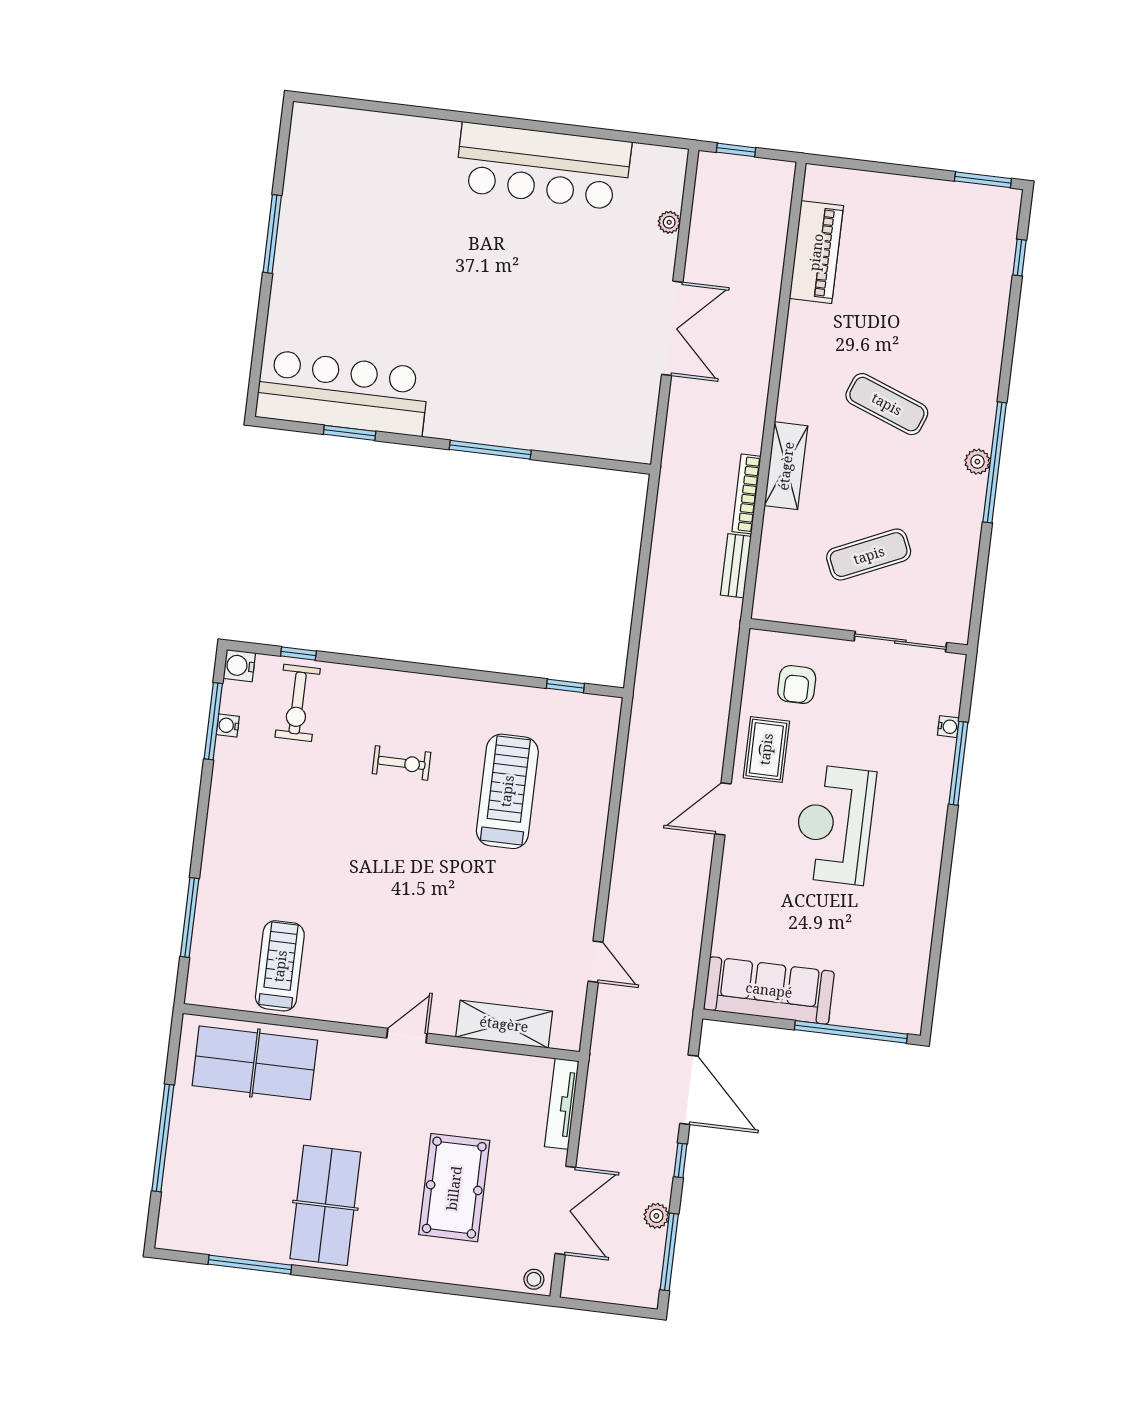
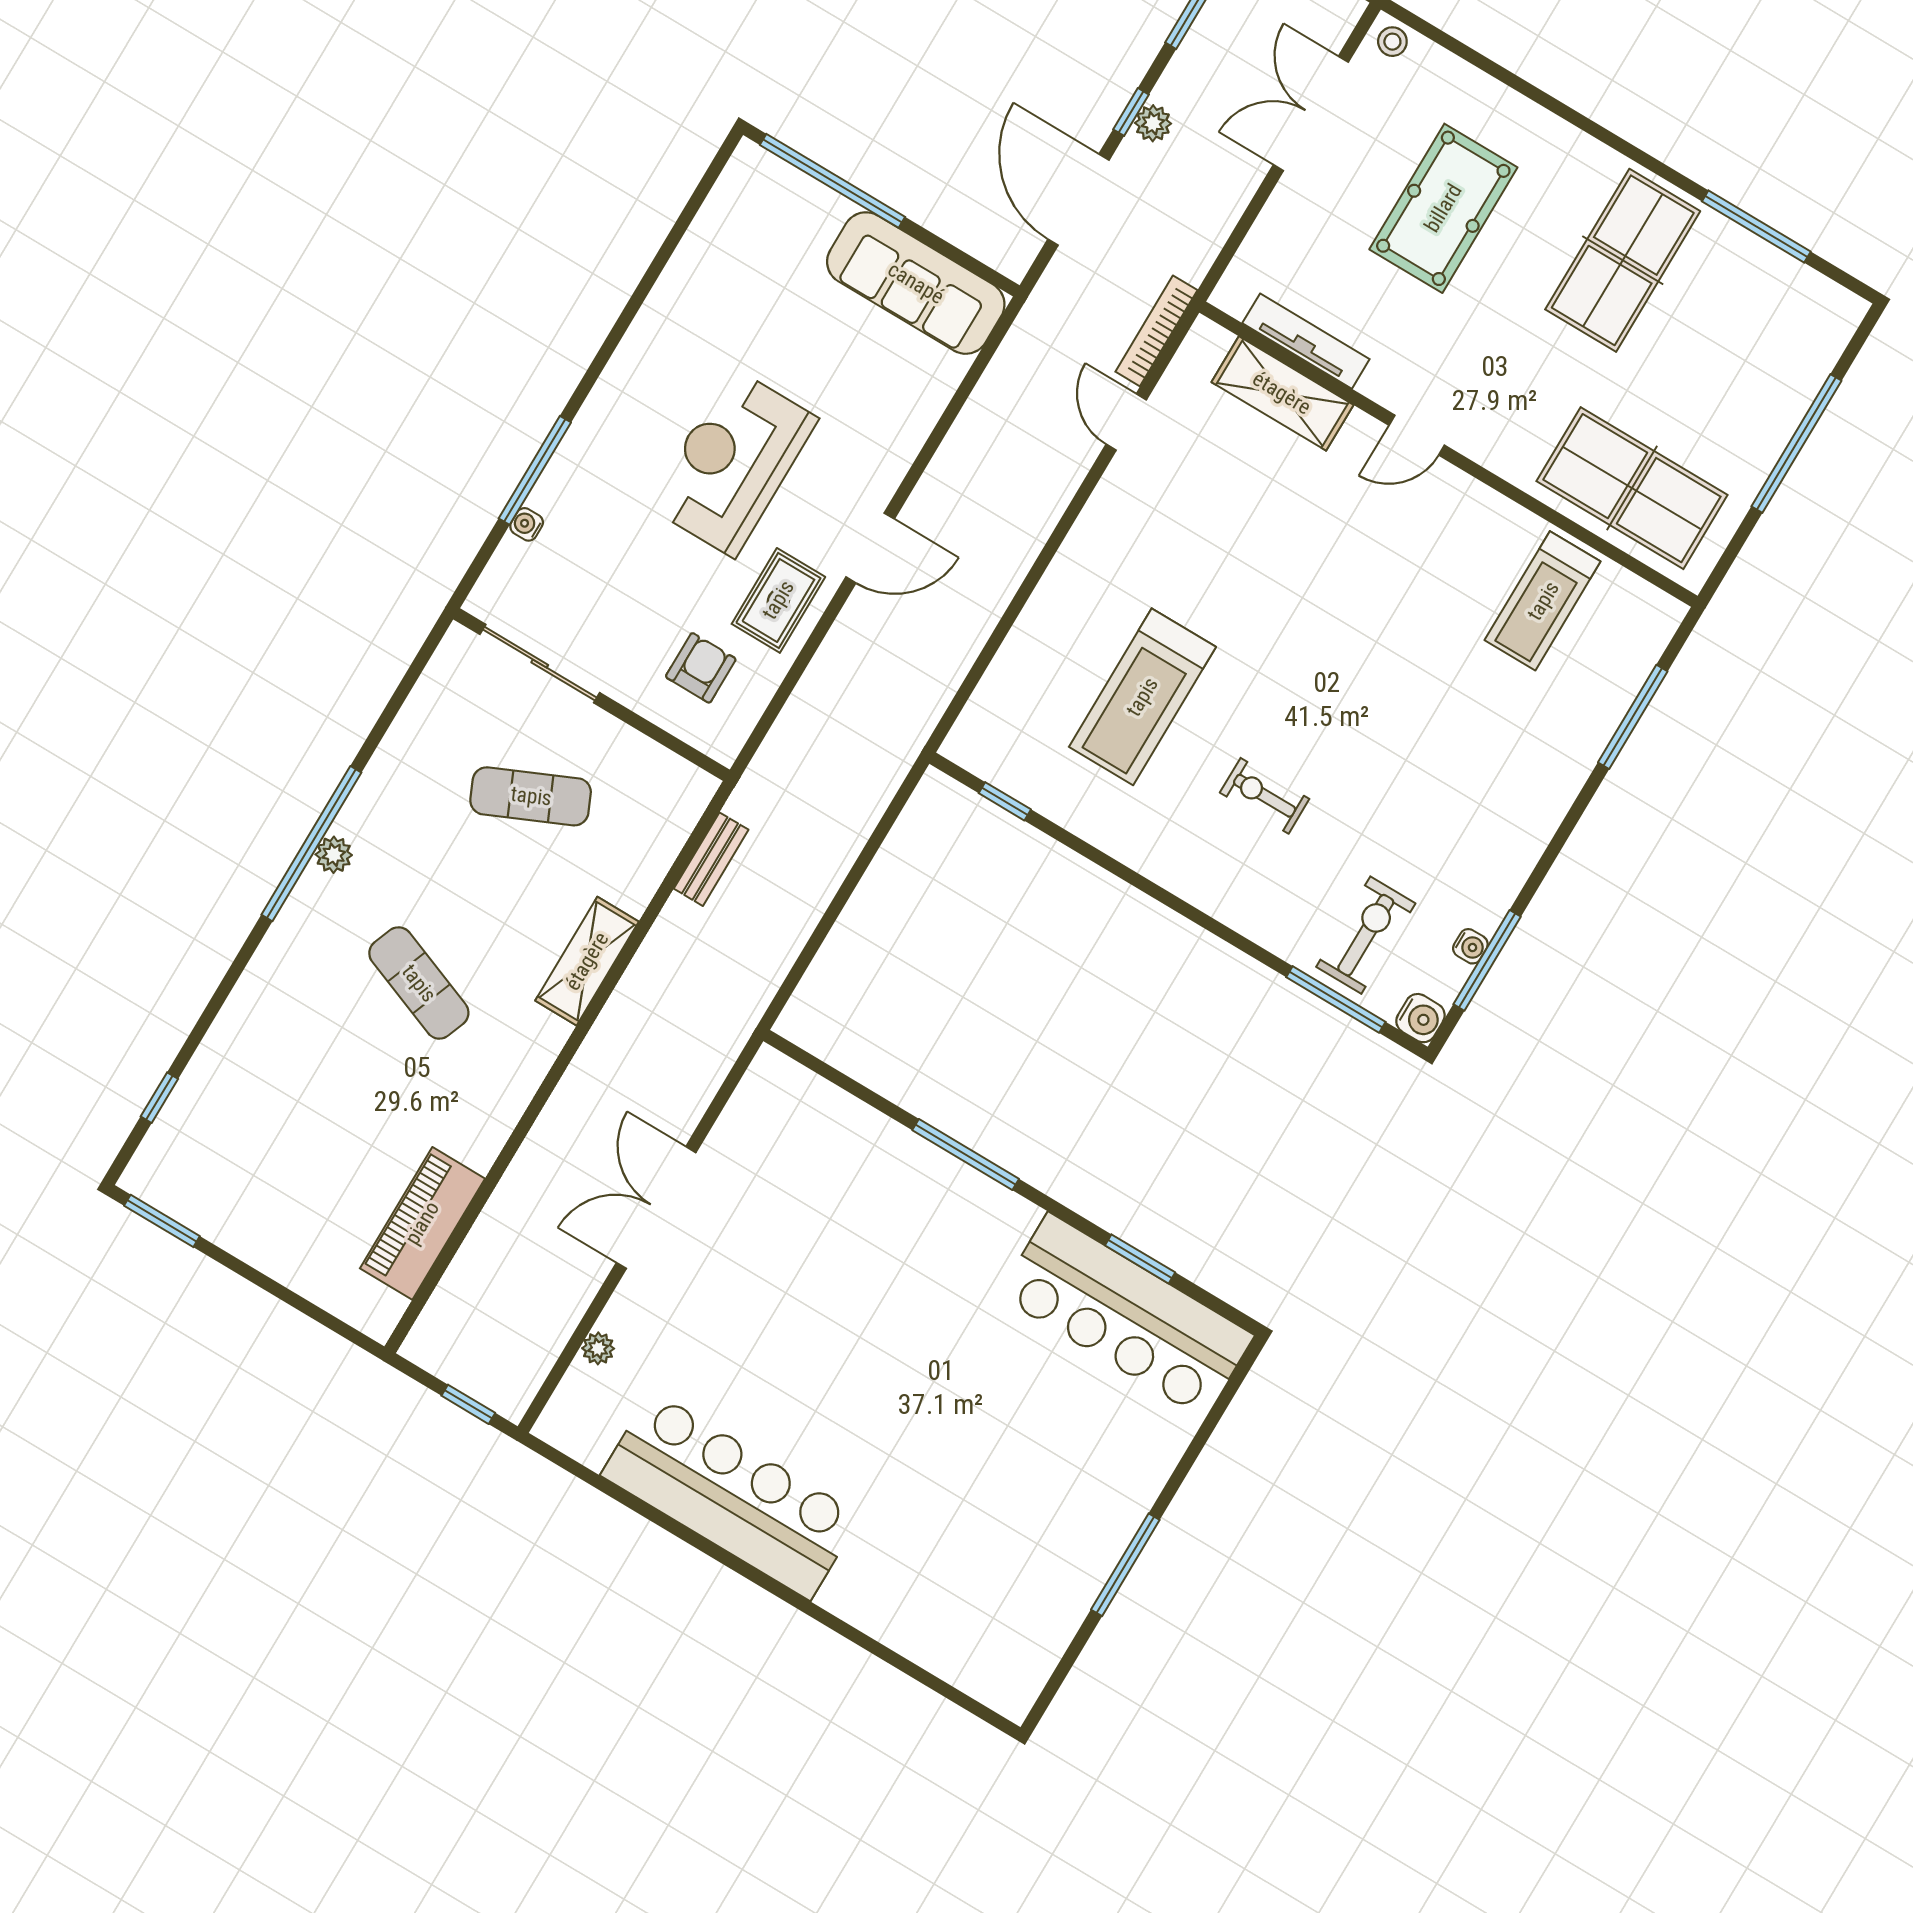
bookcase: (746, 494) -> (1156, 331), moved, turned 180
window: (298, 653) -> (1336, 999), width x2.17
reception desk: (834, 824) -> (733, 462), turned 180
tv unit: (562, 1104) -> (1306, 341), moved, turned -90
plant: (656, 1216) -> (1153, 123), moved

